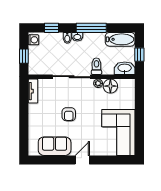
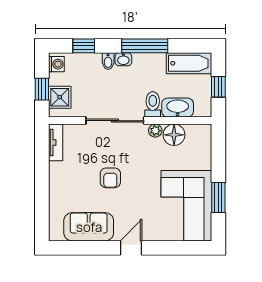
shower: (36, 61) -> (60, 97), added
washbasin: (125, 68) -> (178, 108), moved
window: (139, 127) -> (218, 198), added

